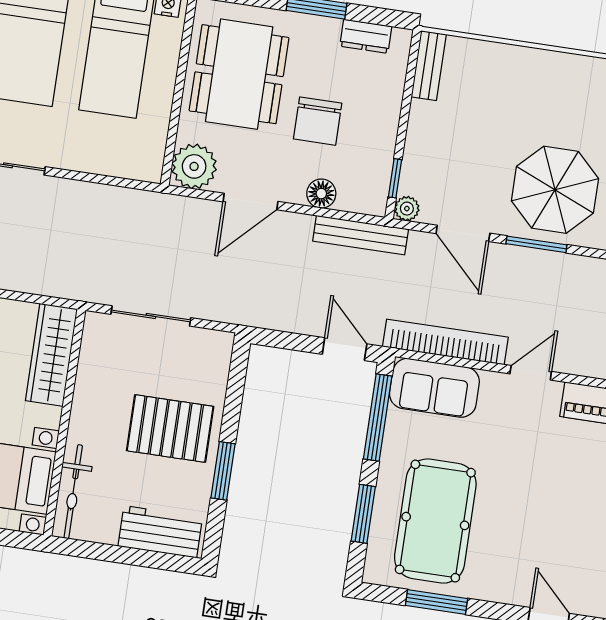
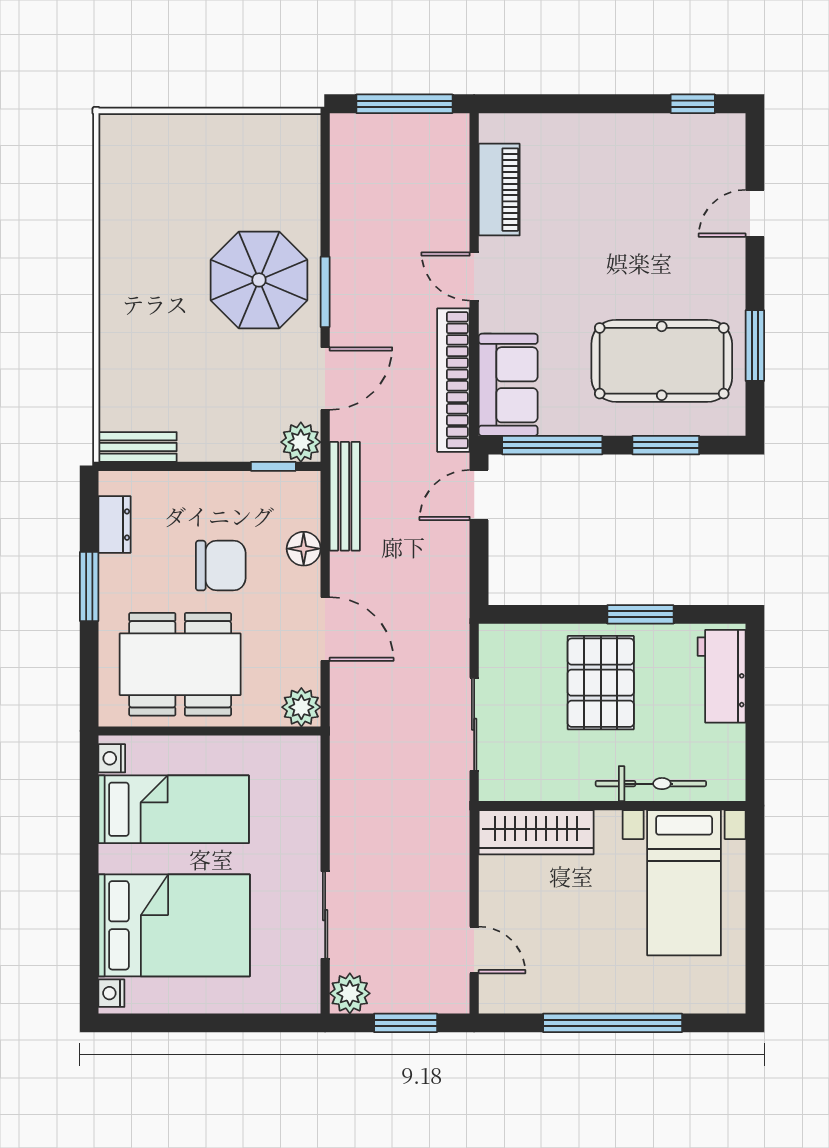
plant: (194, 166) -> (301, 707), width x0.73, depth x0.73
plant: (407, 209) -> (301, 442), width x1.38, depth x1.38
bicycle: (73, 492) -> (651, 784), moved

